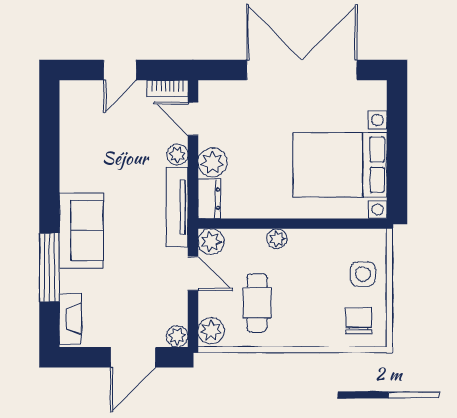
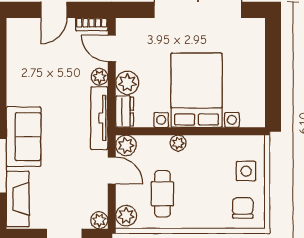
bed with nightstands: (340, 165) -> (197, 90), moved, turned 90
fireplace: (70, 319) -> (18, 199), width x1.37, depth x1.32

